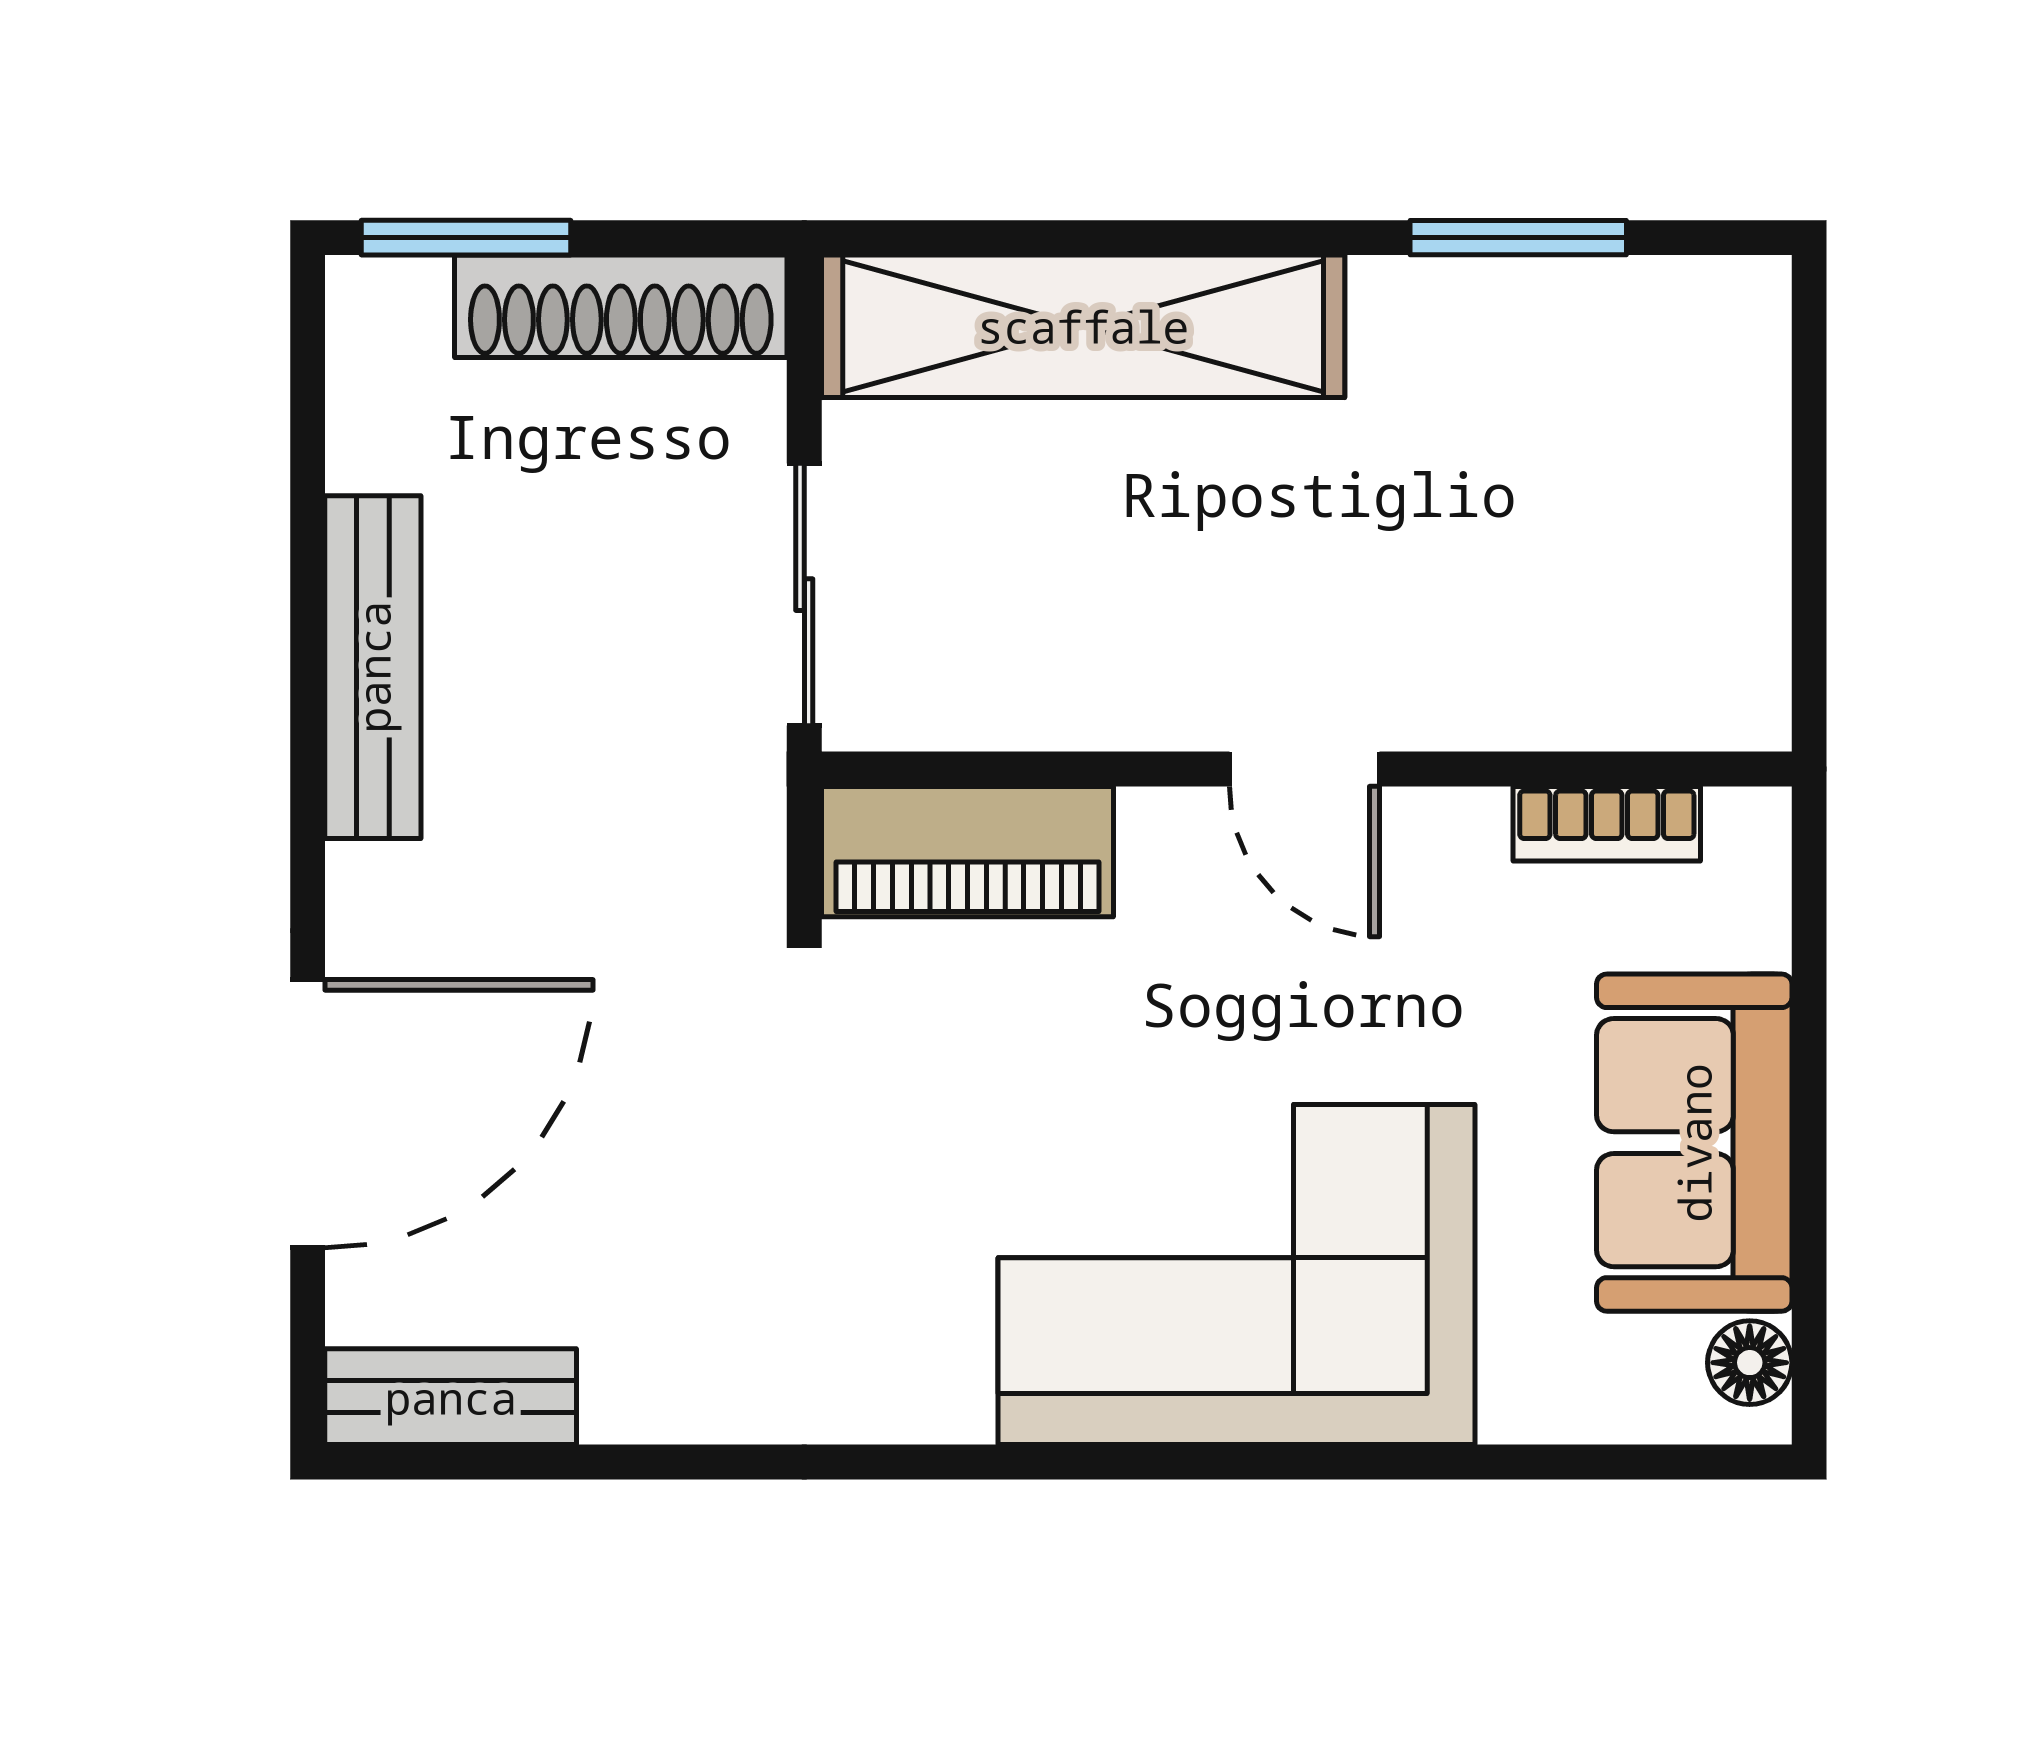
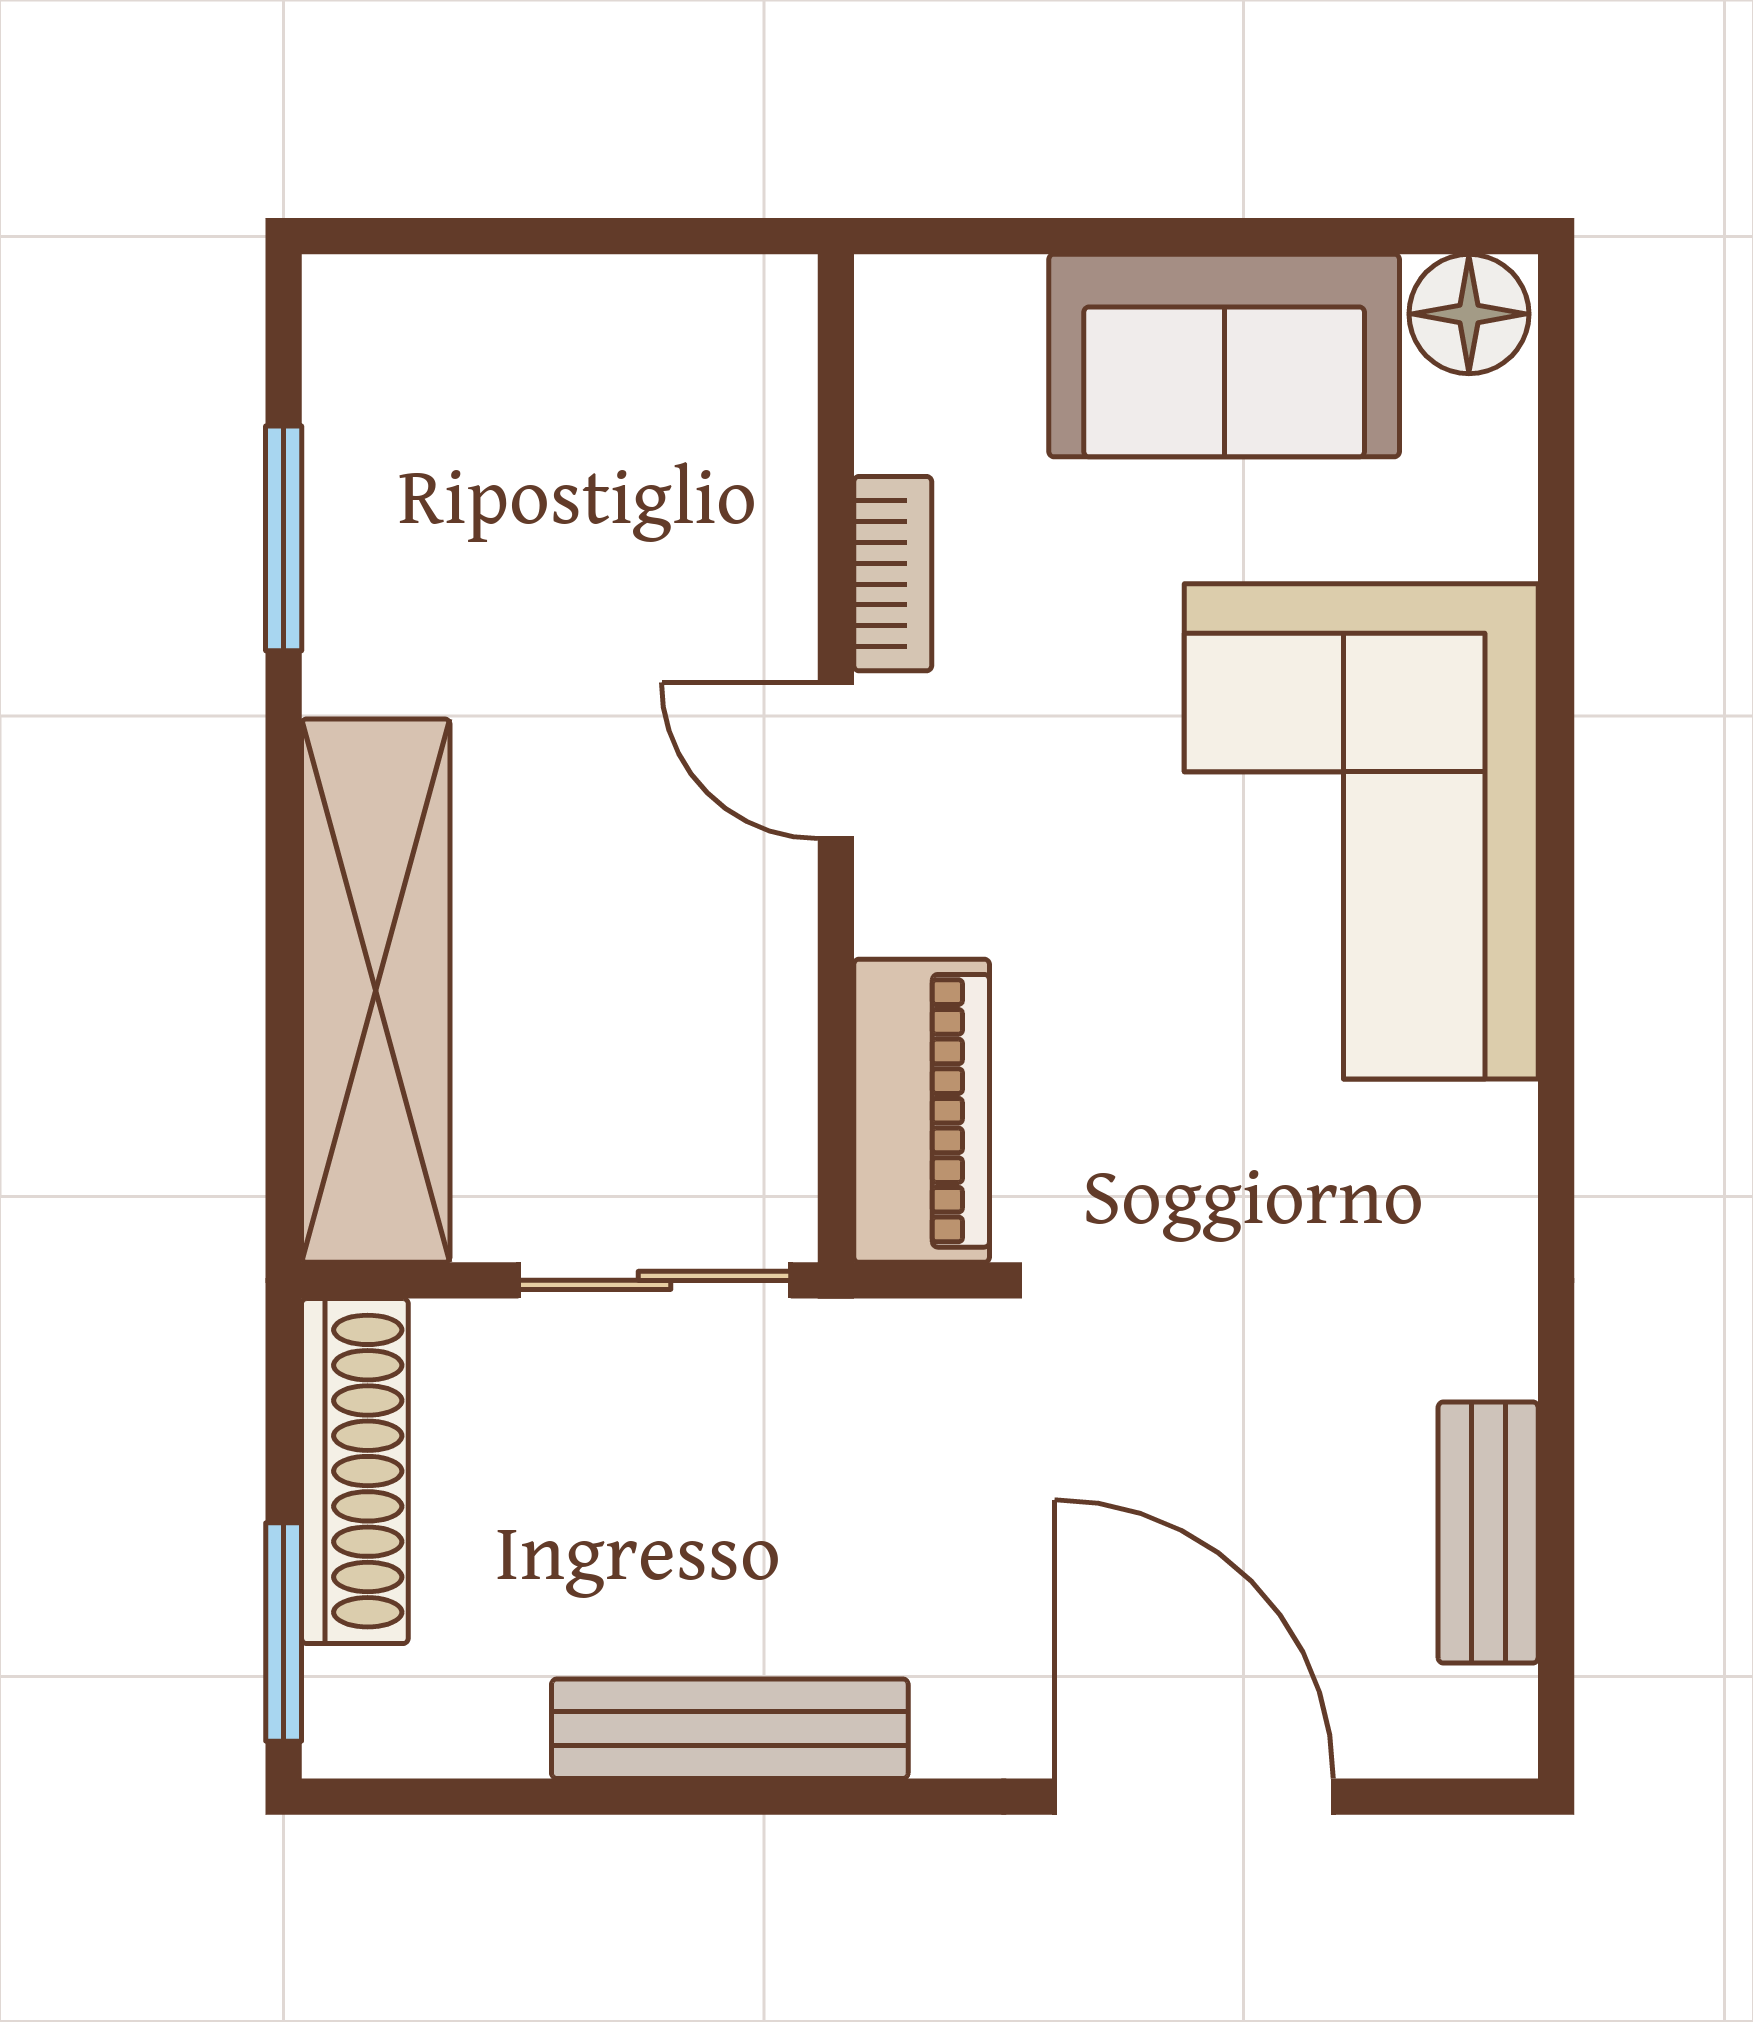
door: (1304, 769) -> (836, 761), swing flipped
bookcase: (1607, 824) -> (893, 574), moved
floor lamp: (1750, 1363) -> (1469, 314), width x1.37, depth x1.37
bench: (451, 1397) -> (1488, 1533), moved

